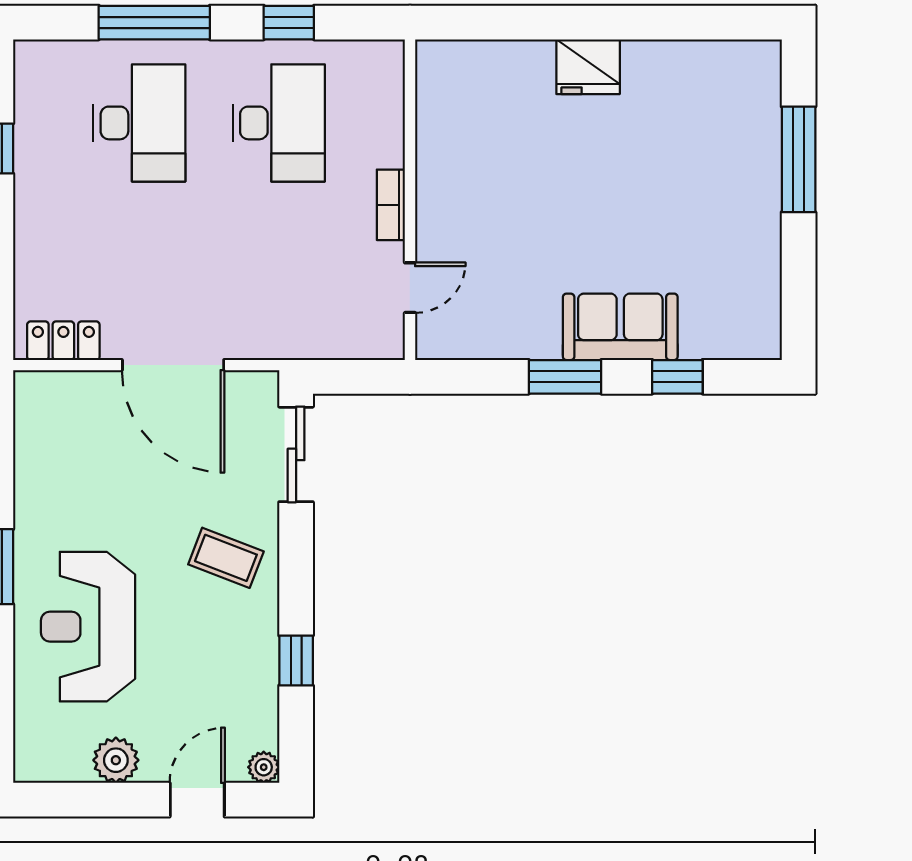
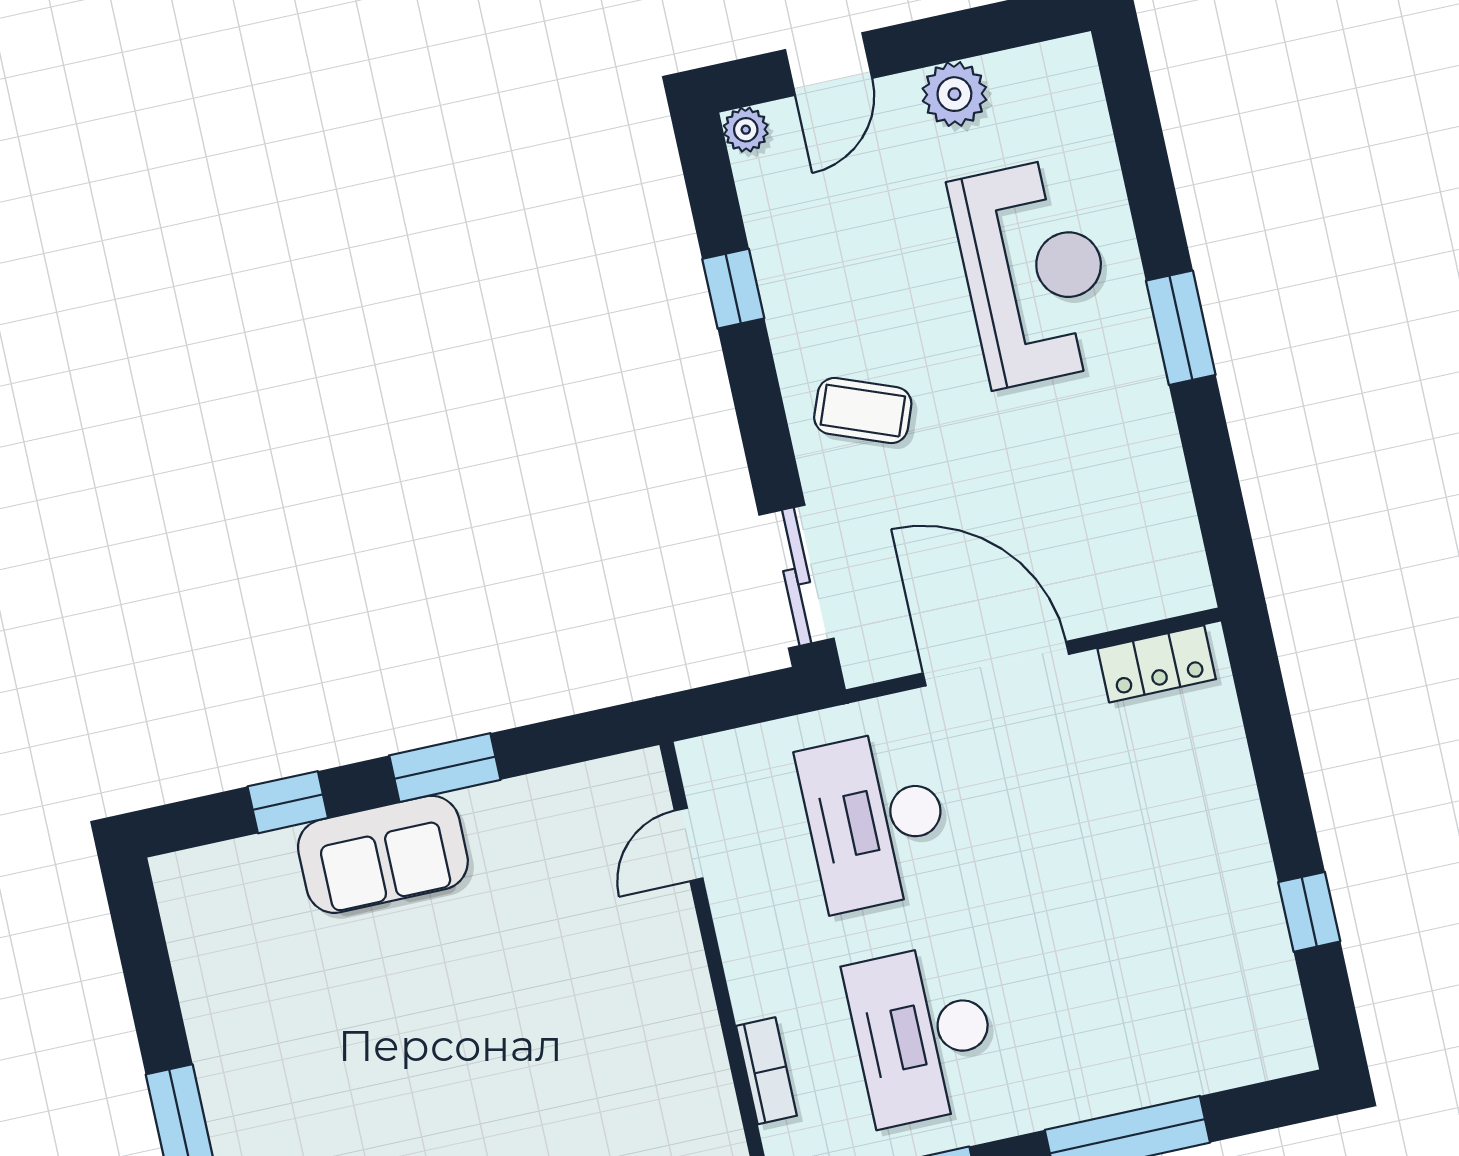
desk: (139, 123) -> (876, 820), moved
bookcase: (391, 205) -> (766, 1071), moved

